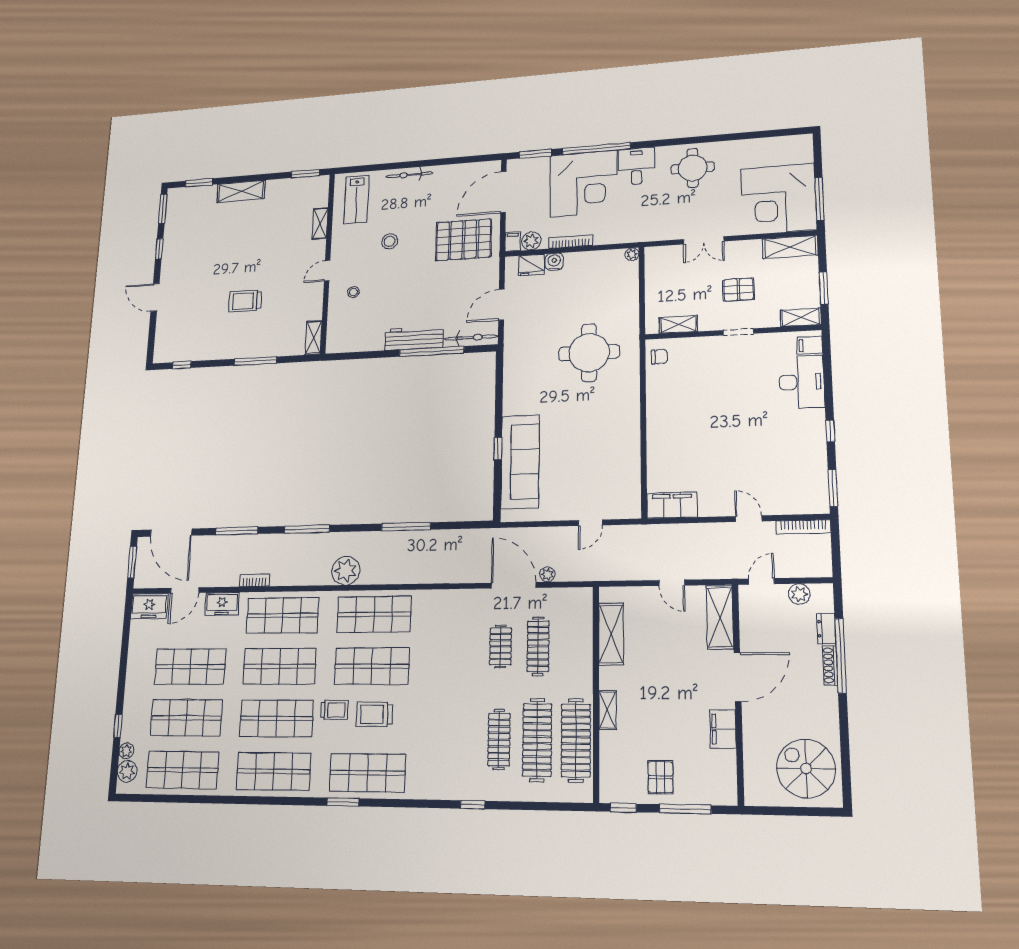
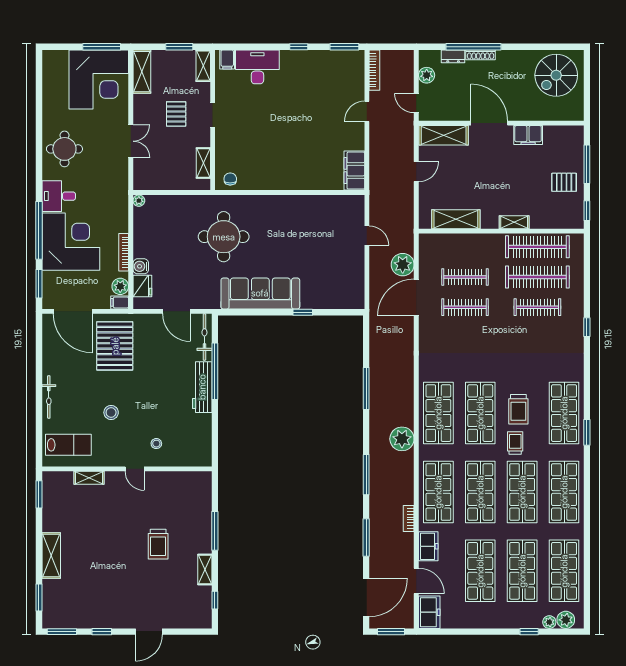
shelving: (314, 338) -> (205, 570), moved, turned 90
sofa: (520, 462) -> (260, 293), moved
plant: (548, 574) -> (403, 265), width x1.88, depth x1.88
clothes rail: (501, 646) -> (465, 307), width x1.36

